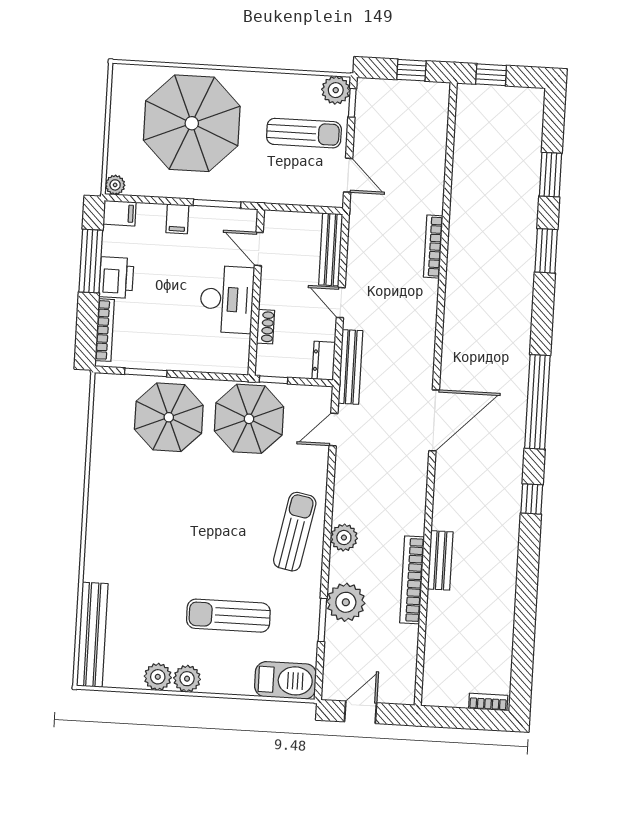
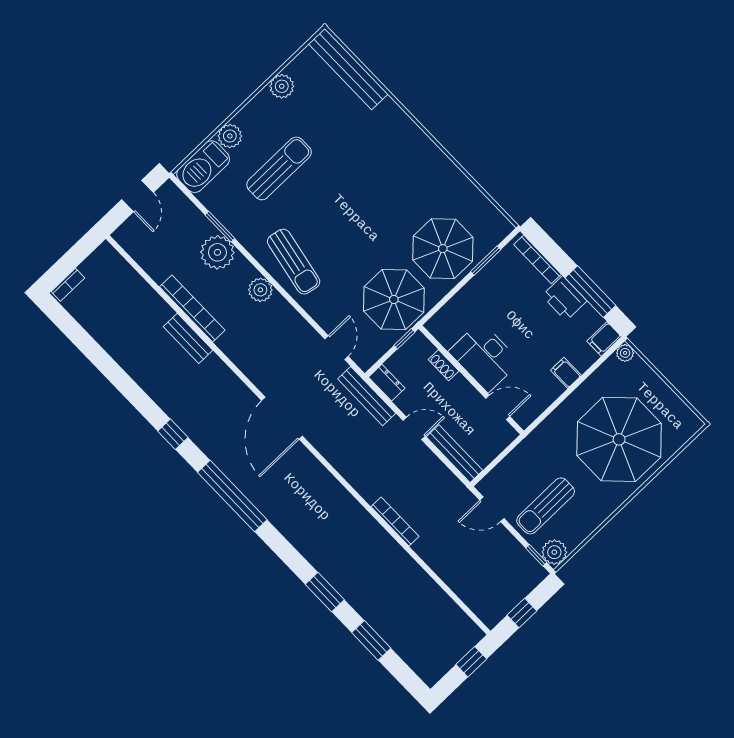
window: (217, 204) -> (552, 408), removed
plant: (187, 679) -> (230, 136), moved

